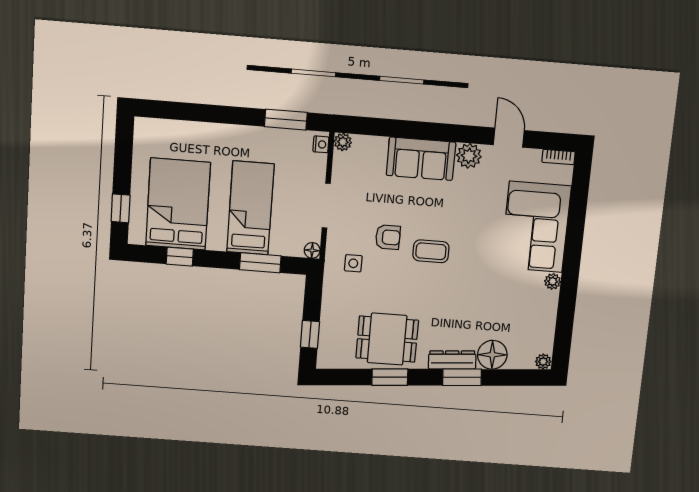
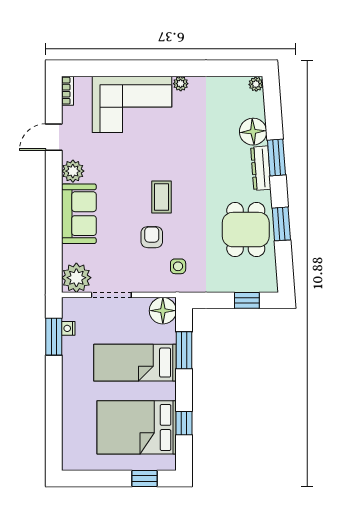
plant: (343, 142) -> (76, 278), width x1.87, depth x1.87
nightstand: (321, 144) -> (68, 328), moved, turned -90
doorway: (326, 206) -> (111, 295), moved
floor lamp: (312, 250) -> (163, 311), width x1.89, depth x1.89

